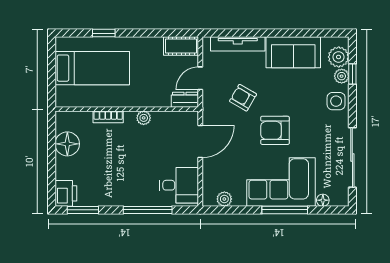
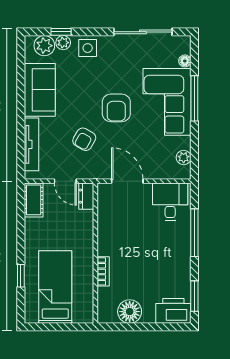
plant: (144, 118) -> (104, 237), removed
printer: (66, 193) -> (173, 311), width x1.37, depth x1.19

